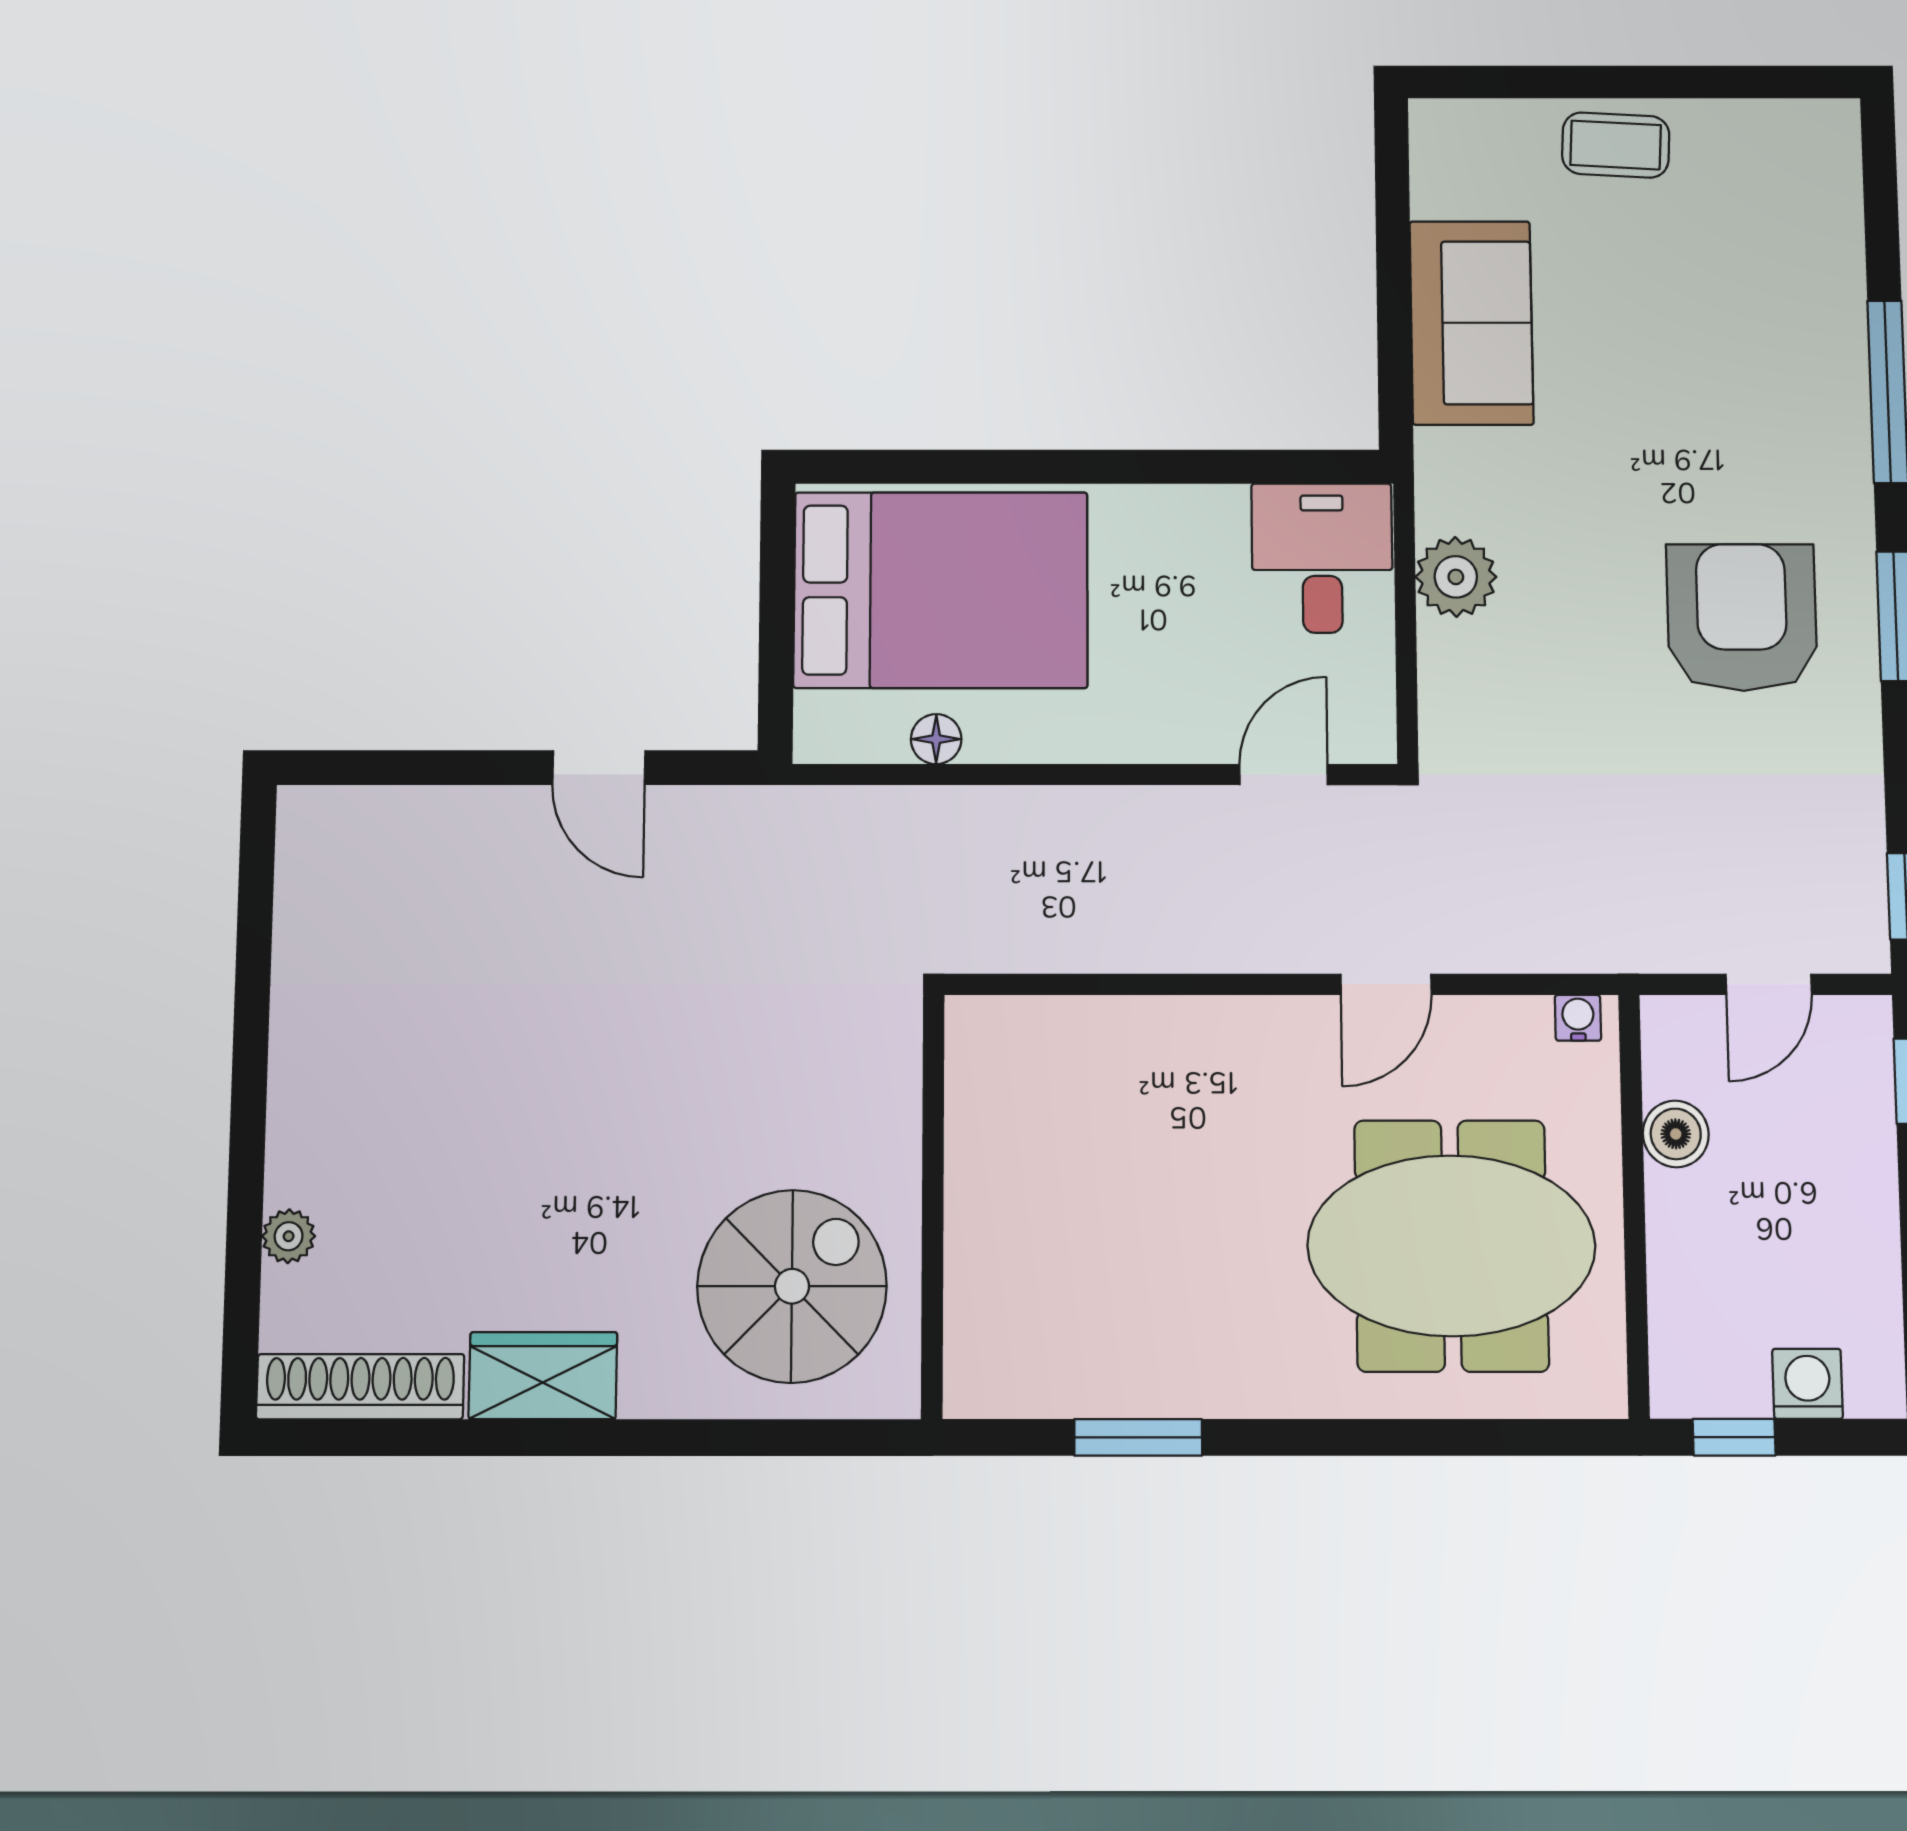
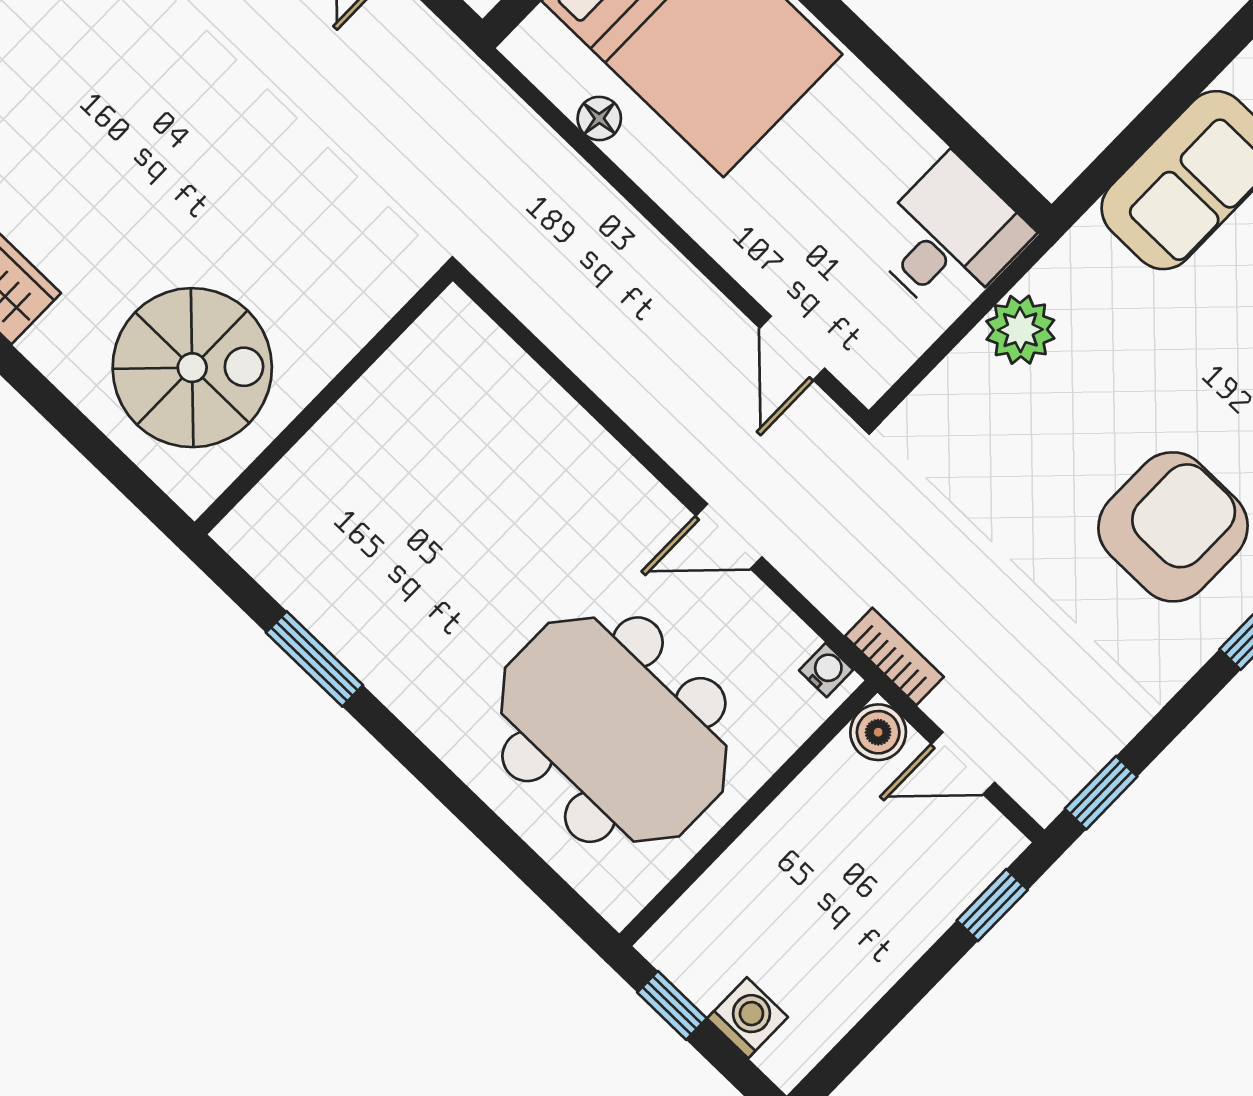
door: (1284, 775) -> (792, 348), swing flipped
bookcase: (1623, 950) -> (894, 657), added
boiler: (1676, 1134) -> (878, 732), moved

